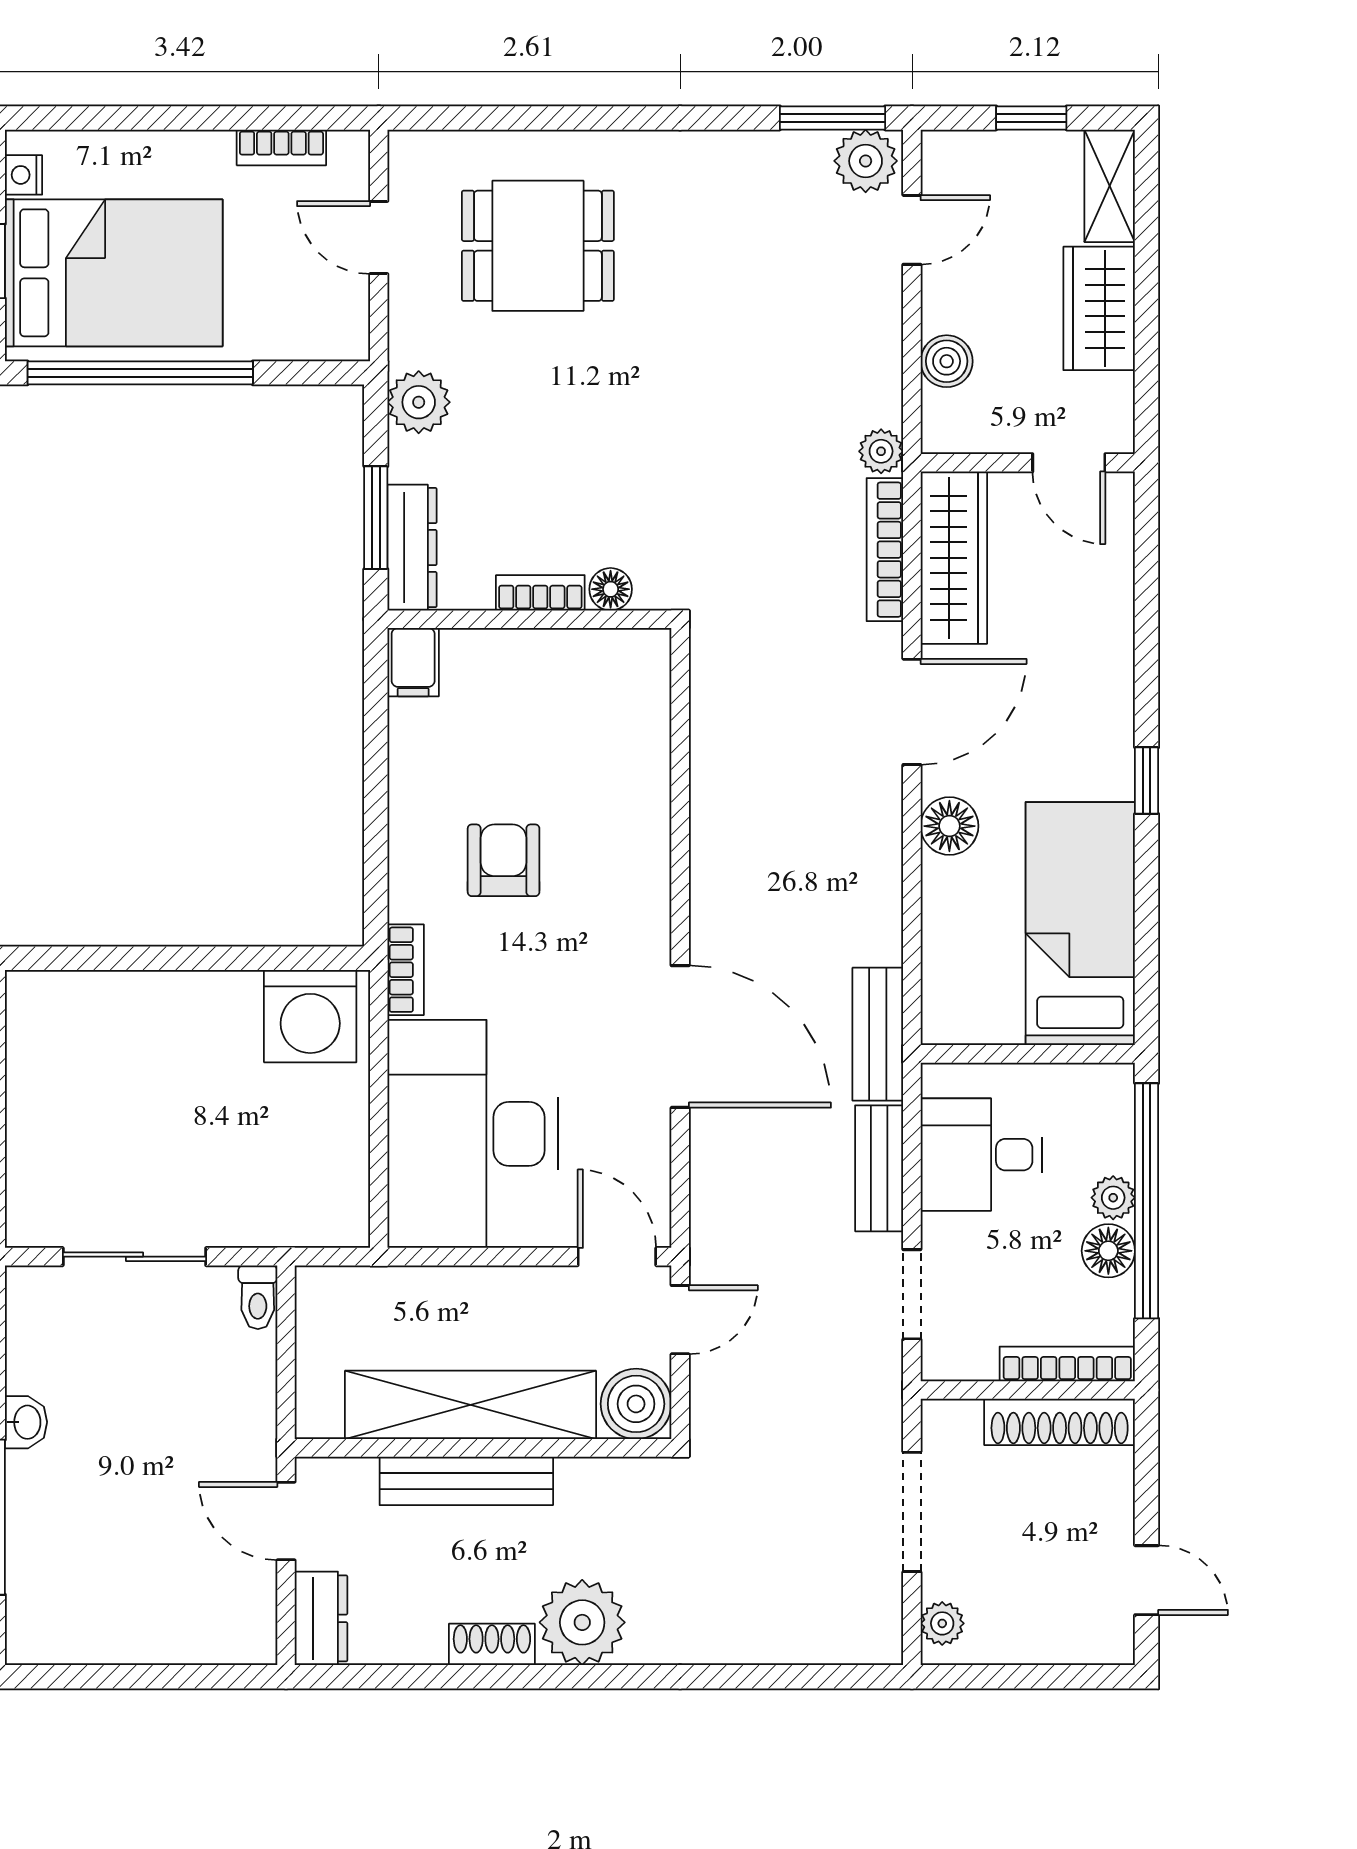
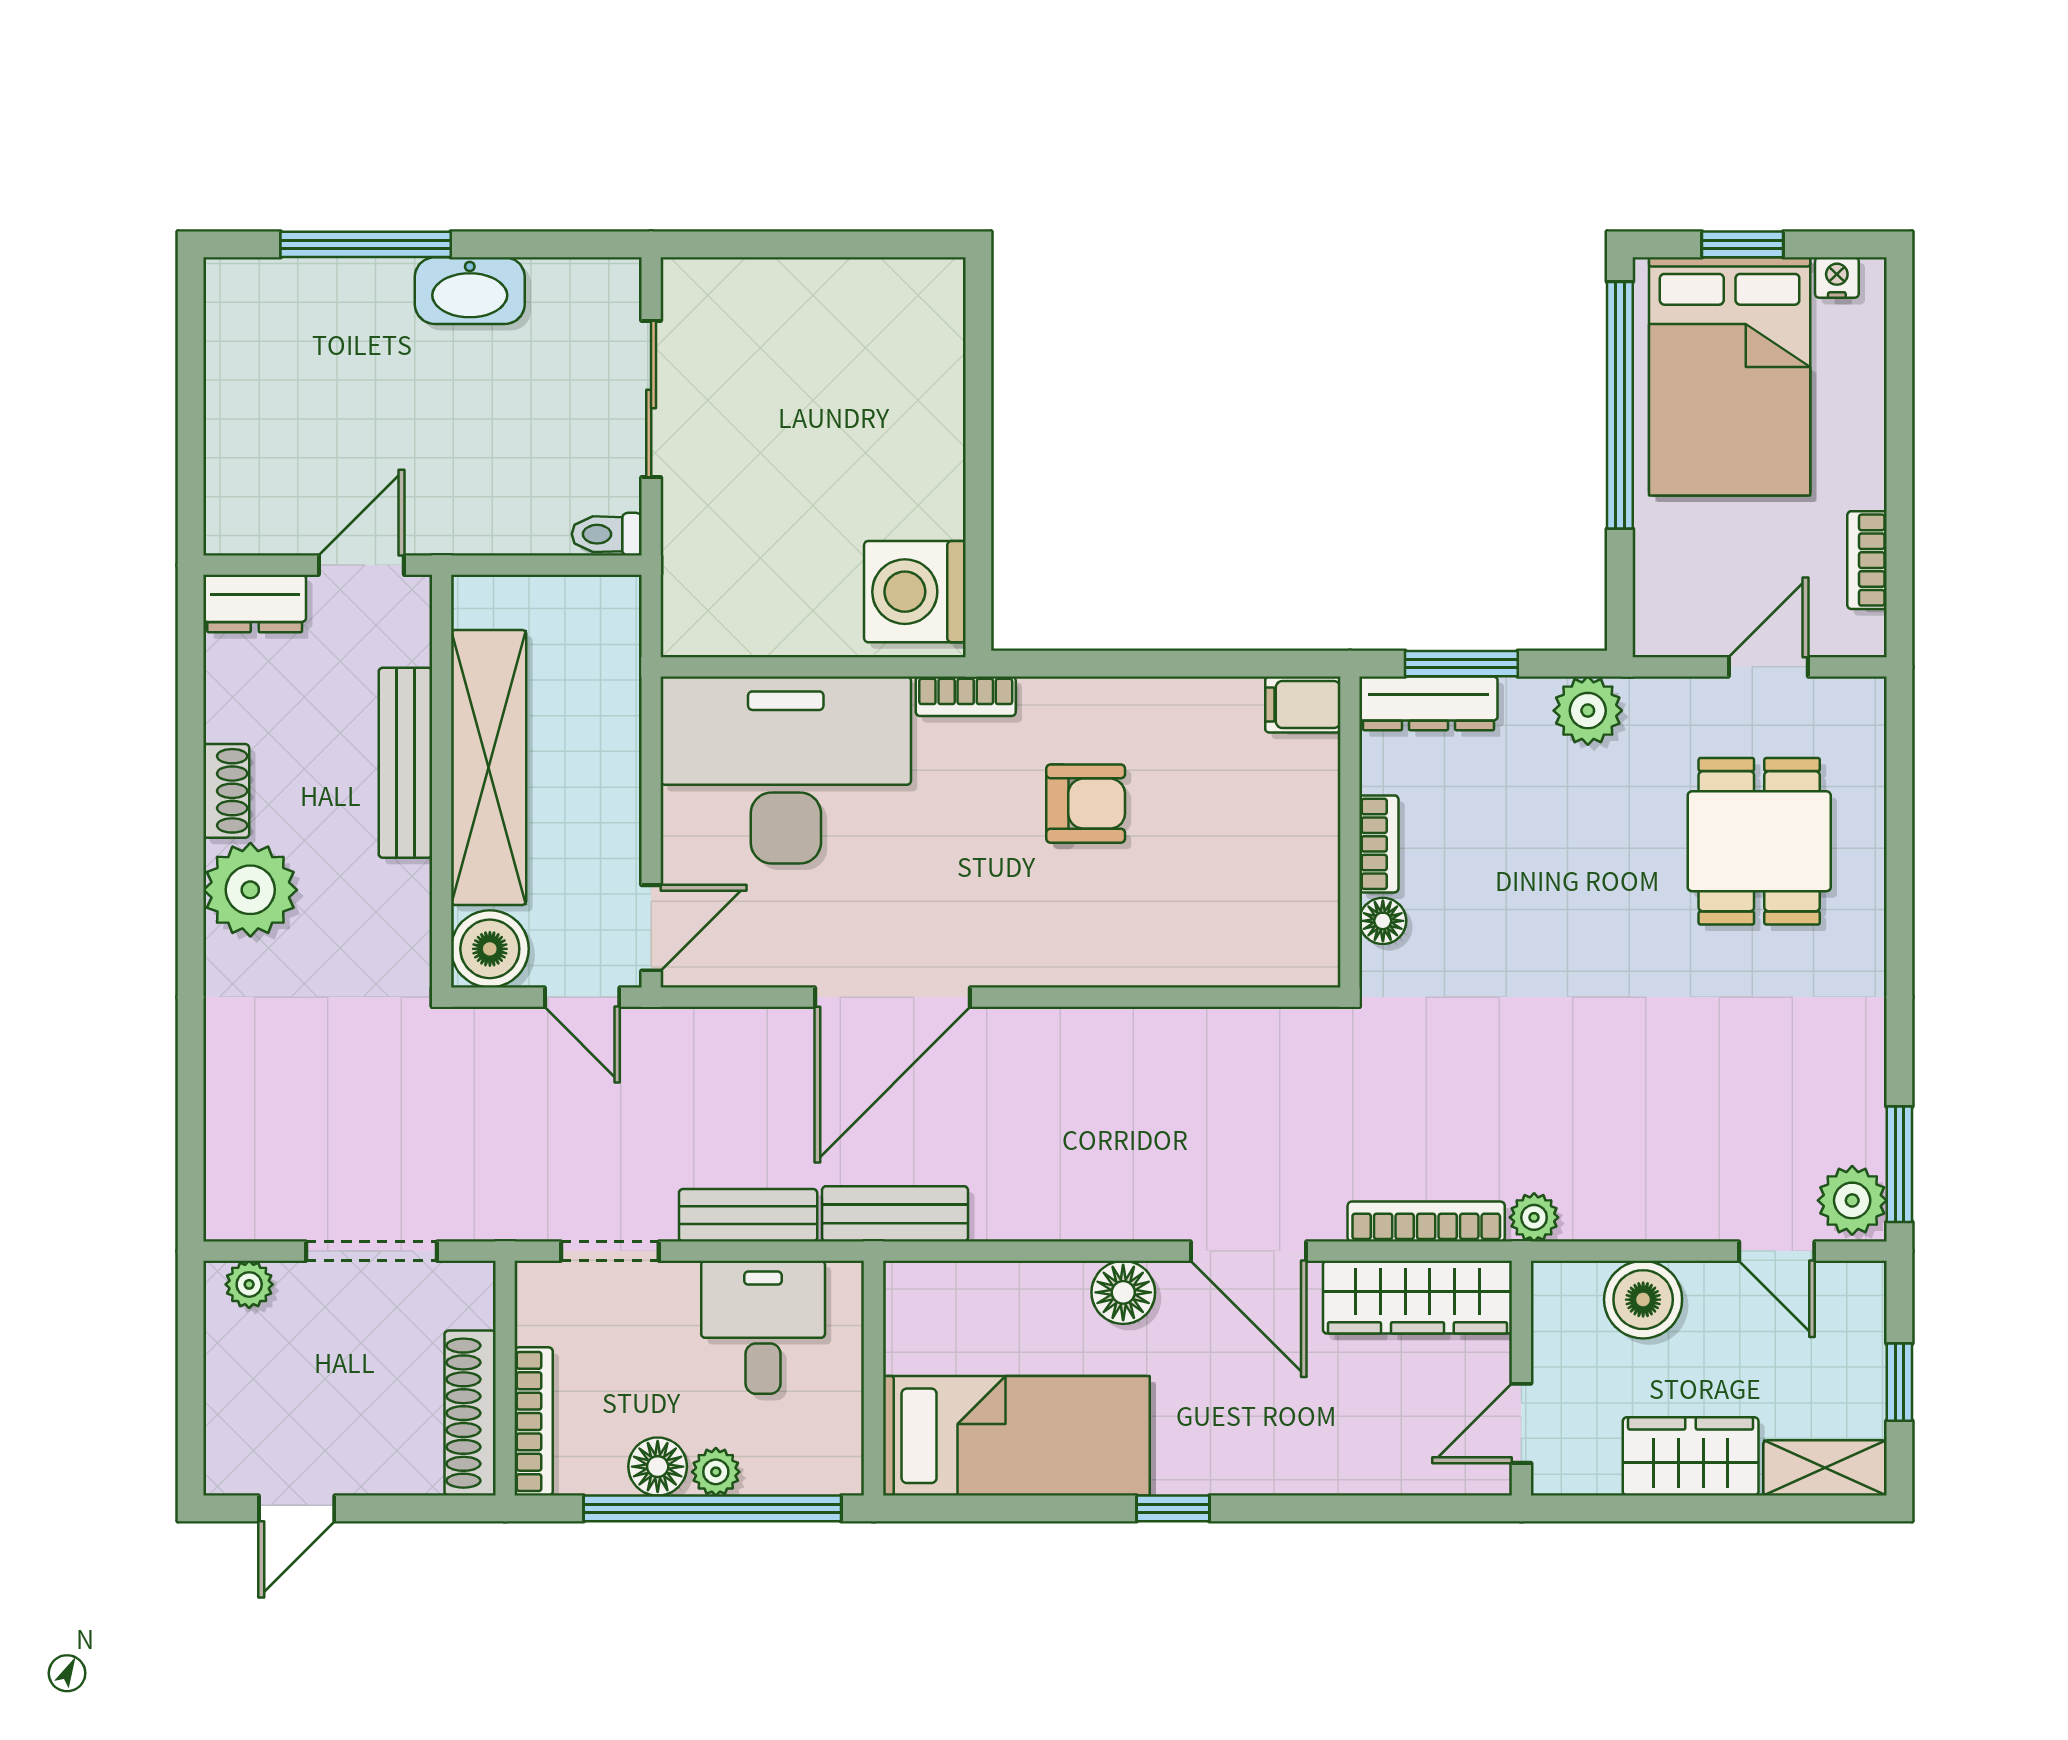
boiler: (947, 361) -> (1643, 1300), width x1.36, depth x1.36
washbasin: (26, 1422) -> (470, 291), width x1.91, depth x1.45

